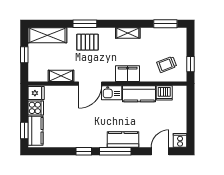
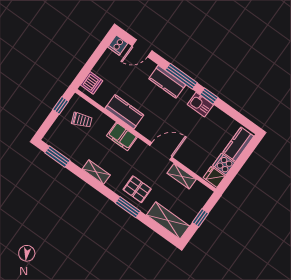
kitchen sink: (112, 93) -> (200, 105), moved, turned 180
dishwasher: (164, 93) -> (92, 83), moved, turned 90
window: (24, 130) -> (248, 152), removed

